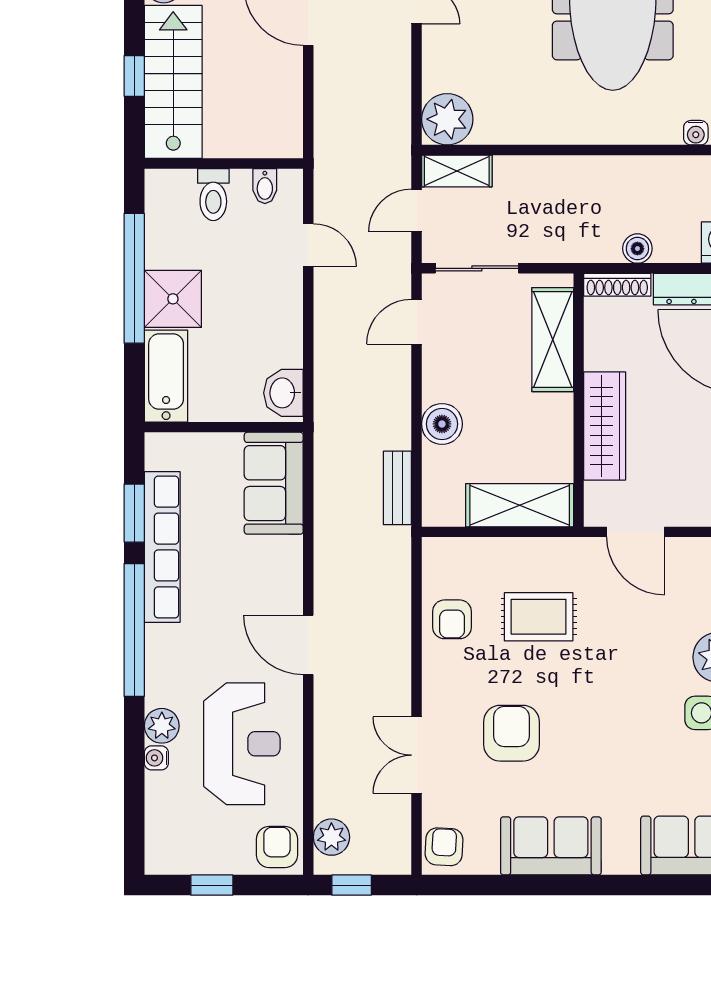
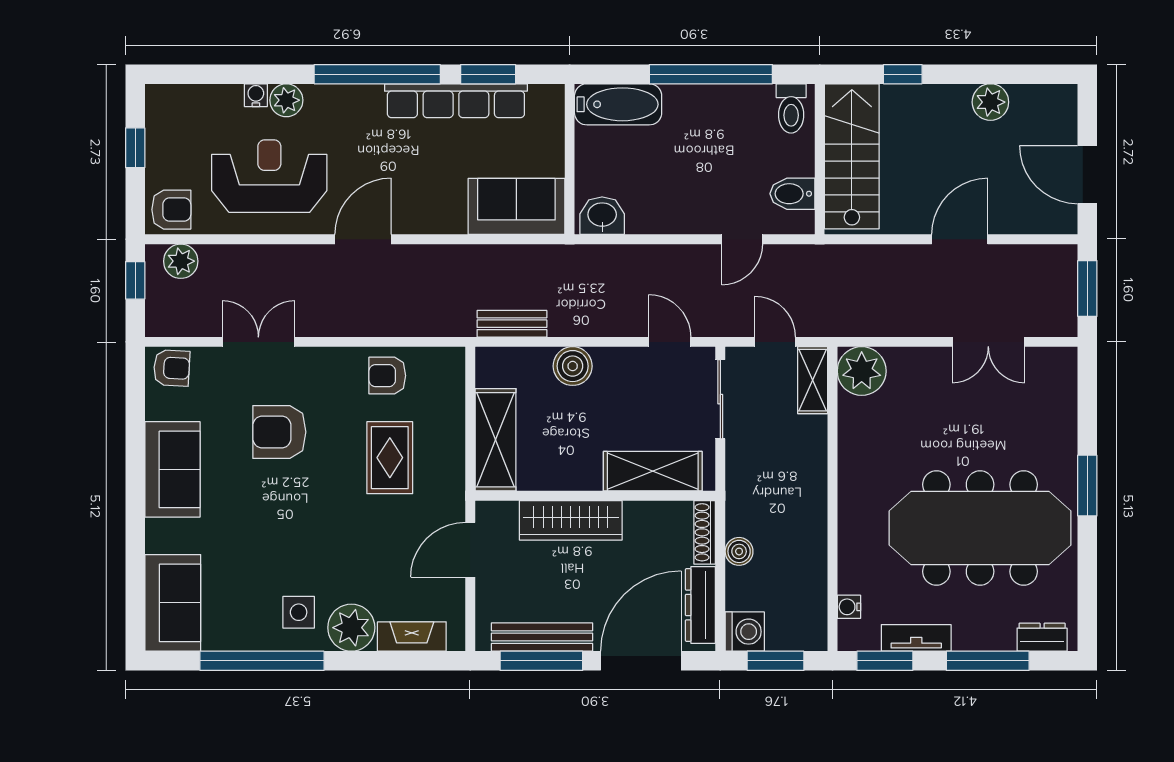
stairs: (173, 82) -> (852, 156), moved, turned -90
bidet: (265, 186) -> (792, 194), width x1.38, depth x1.36
toilet: (213, 195) -> (791, 108), moved, turned -90
shower: (173, 299) -> (691, 111), removed
armchair: (512, 733) -> (279, 432), turned 180
reception desk: (242, 744) -> (269, 176), turned 180

